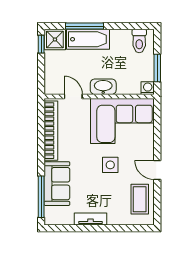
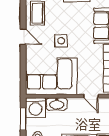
washbasin: (103, 87) -> (57, 104), moved
washing machine: (148, 88) -> (36, 107), width x1.89, depth x1.89

